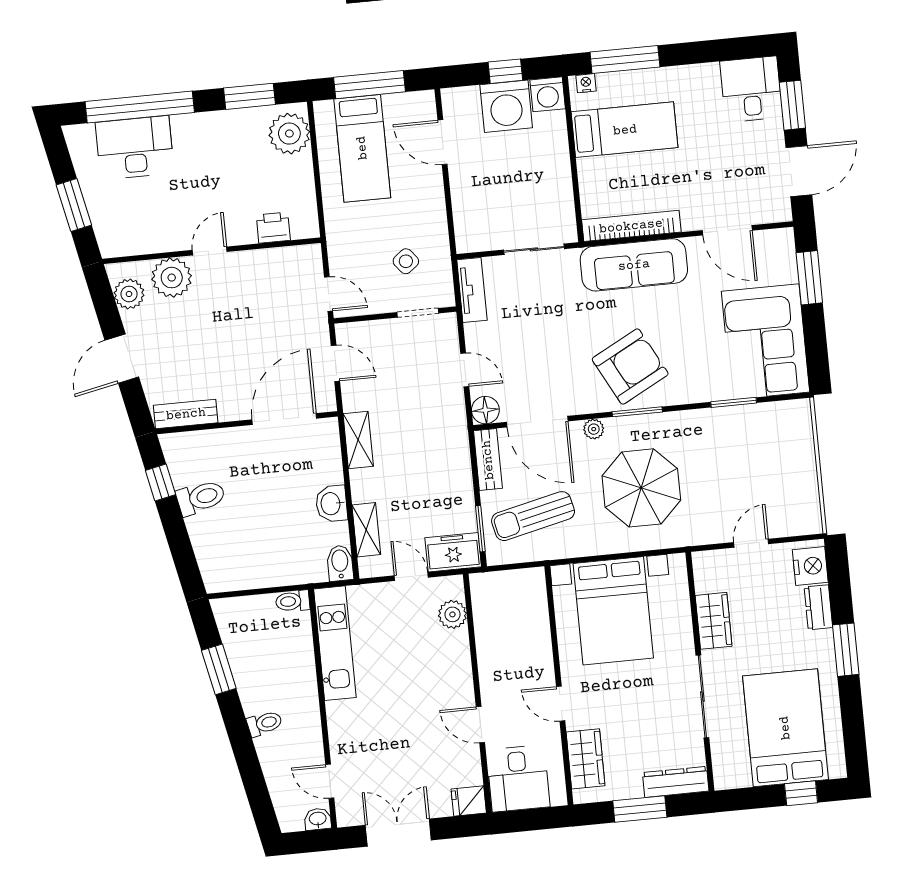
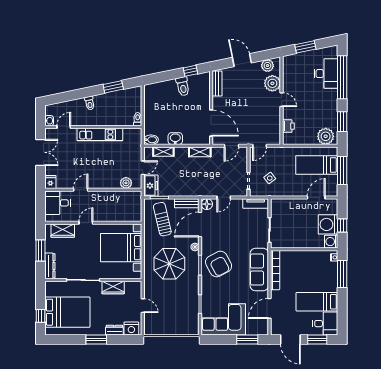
bed: (625, 130) -> (317, 302), moved, turned 90
kitchen unit: (335, 643) -> (100, 134), moved

